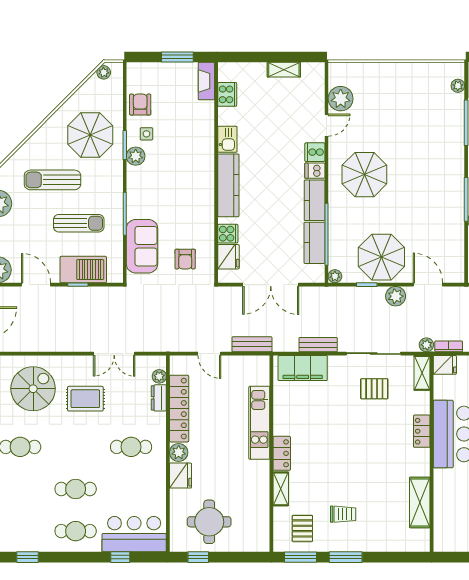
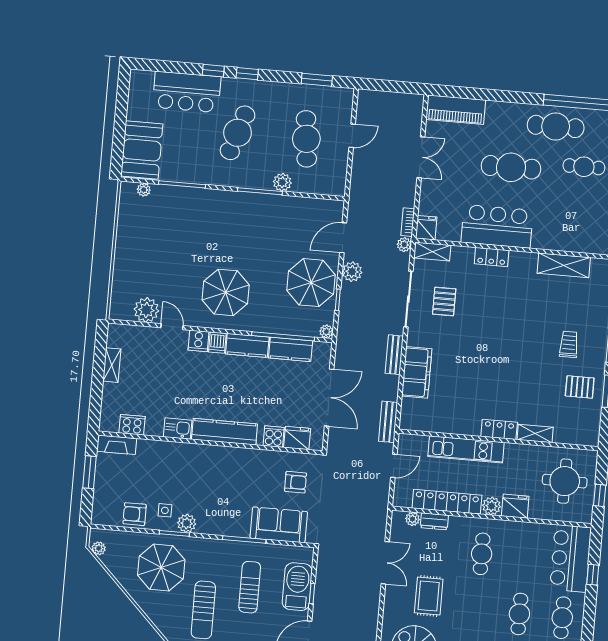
kitchen unit: (259, 423) -> (466, 449), moved
locker: (282, 453) -> (499, 429), moved
wall: (271, 454) -> (498, 440), moved
shelving: (281, 489) -> (535, 434), moved

